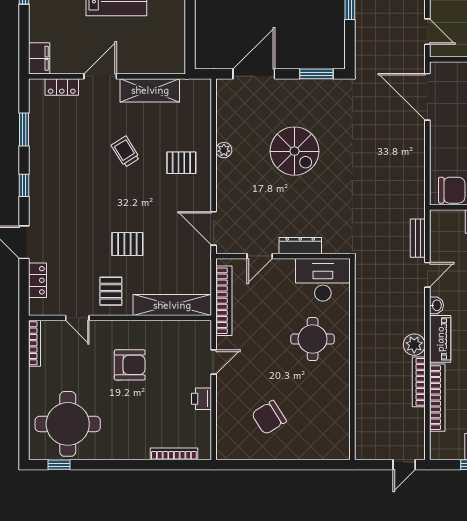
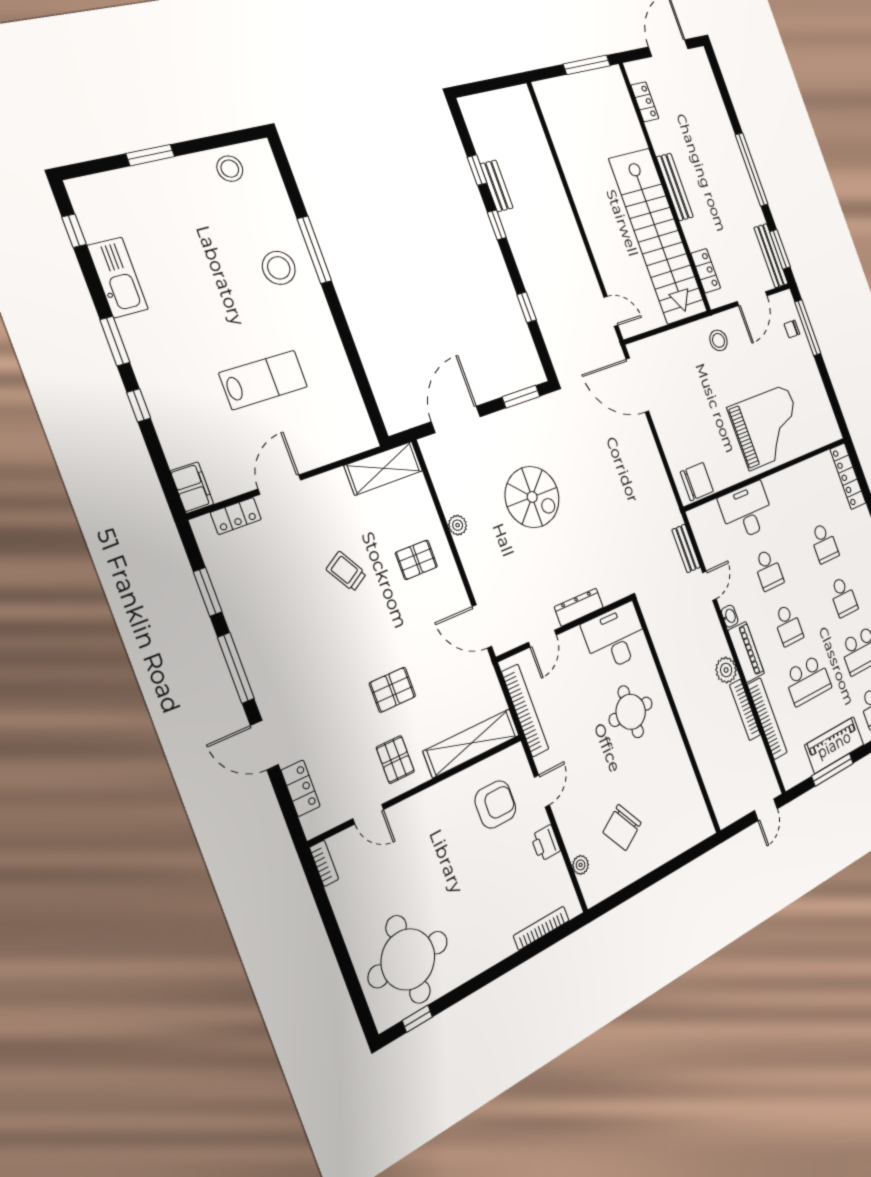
shelving: (150, 90) -> (384, 468), moved
window: (24, 185) -> (236, 668), width x2.17
bookcase: (35, 343) -> (324, 863), width x0.64
armchair: (130, 365) -> (495, 804), moved
plant: (223, 427) -> (581, 865), added

